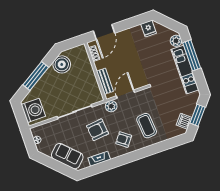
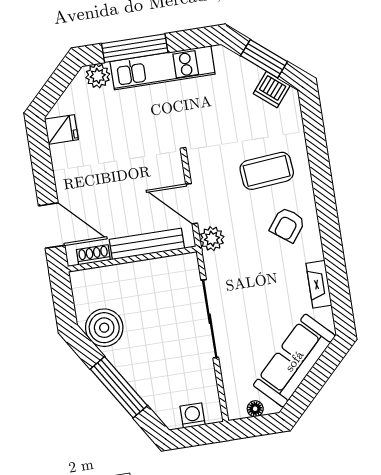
bench: (105, 81) -> (147, 244), width x1.36
washing machine: (33, 110) -> (193, 415), width x0.53, depth x0.53
armchair: (98, 130) -> (257, 277), removed
sofa: (67, 156) -> (294, 361), width x1.36

